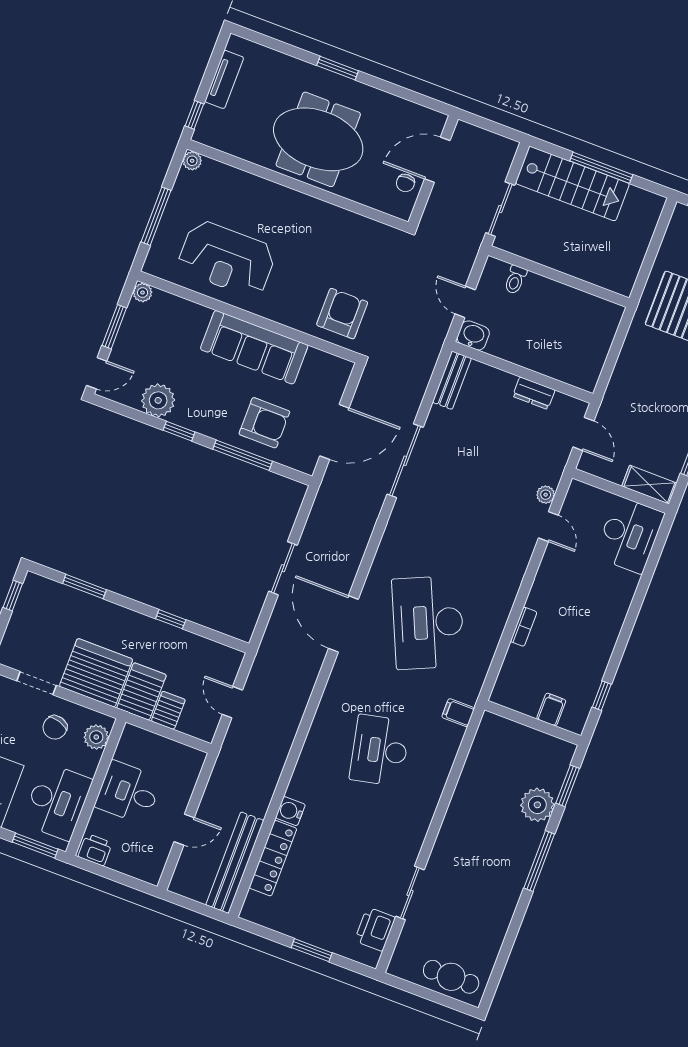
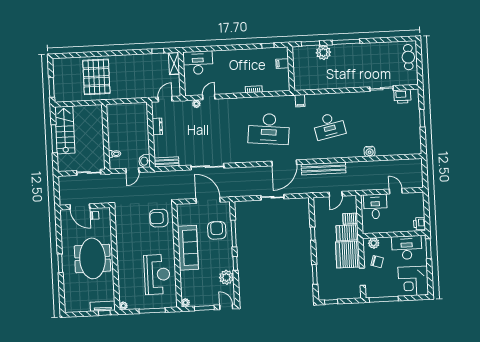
tv unit: (224, 79) -> (103, 306), moved
stairs: (572, 184) -> (65, 130), moved
desk: (428, 623) -> (269, 129), turned 30
desk: (128, 793) -> (375, 206), moved, turned 180
locker: (273, 858) -> (392, 150), removed
bench: (235, 863) -> (324, 169), moved

